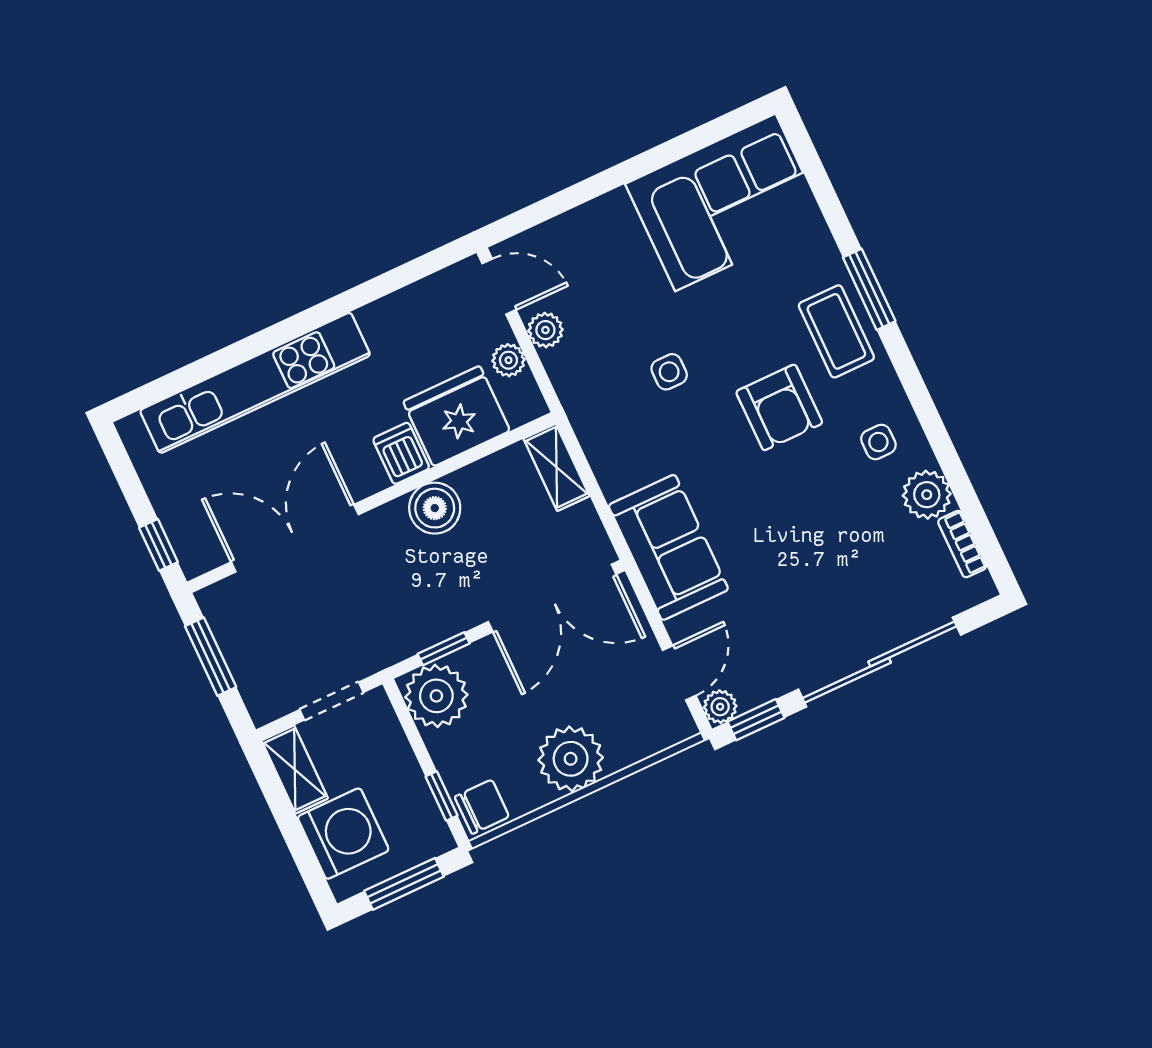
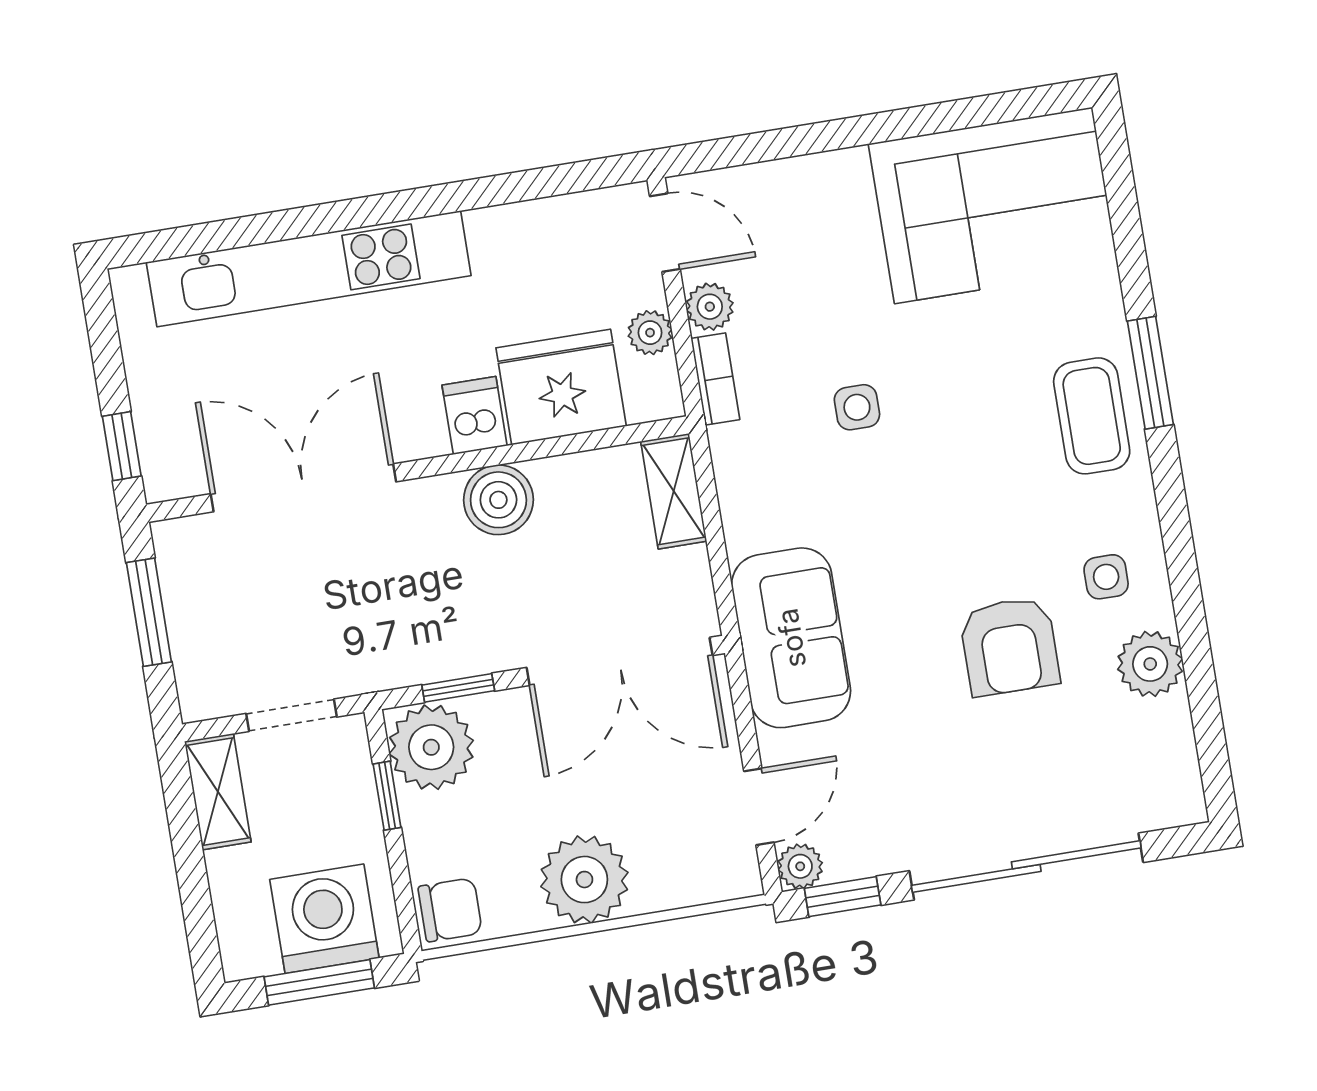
armchair: (779, 407) -> (1010, 646), moved
bookcase: (962, 544) -> (715, 379), moved, turned 180
window: (441, 796) -> (387, 796), moved
washing machine: (343, 834) -> (324, 919), moved, turned -90

